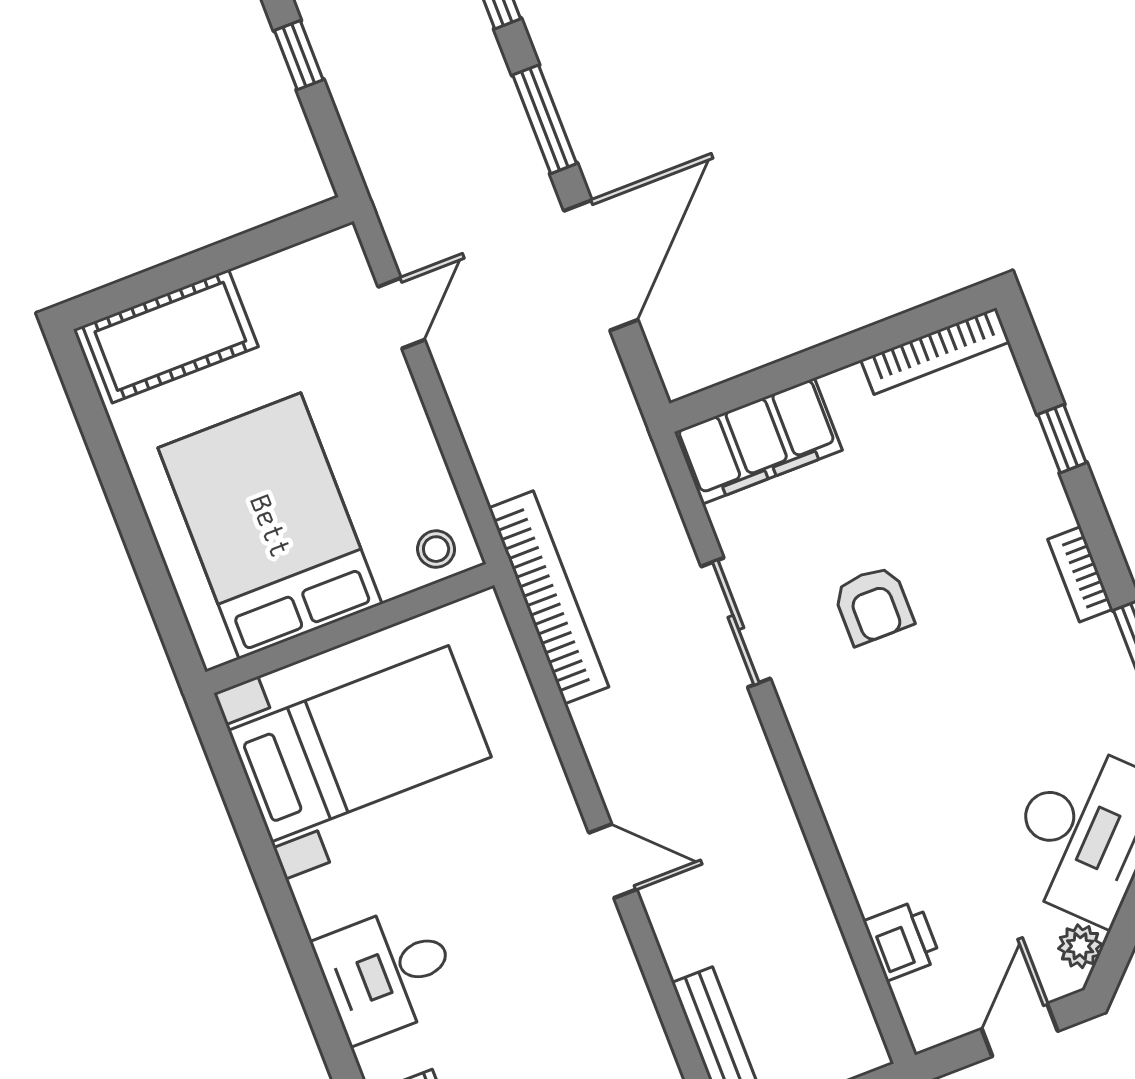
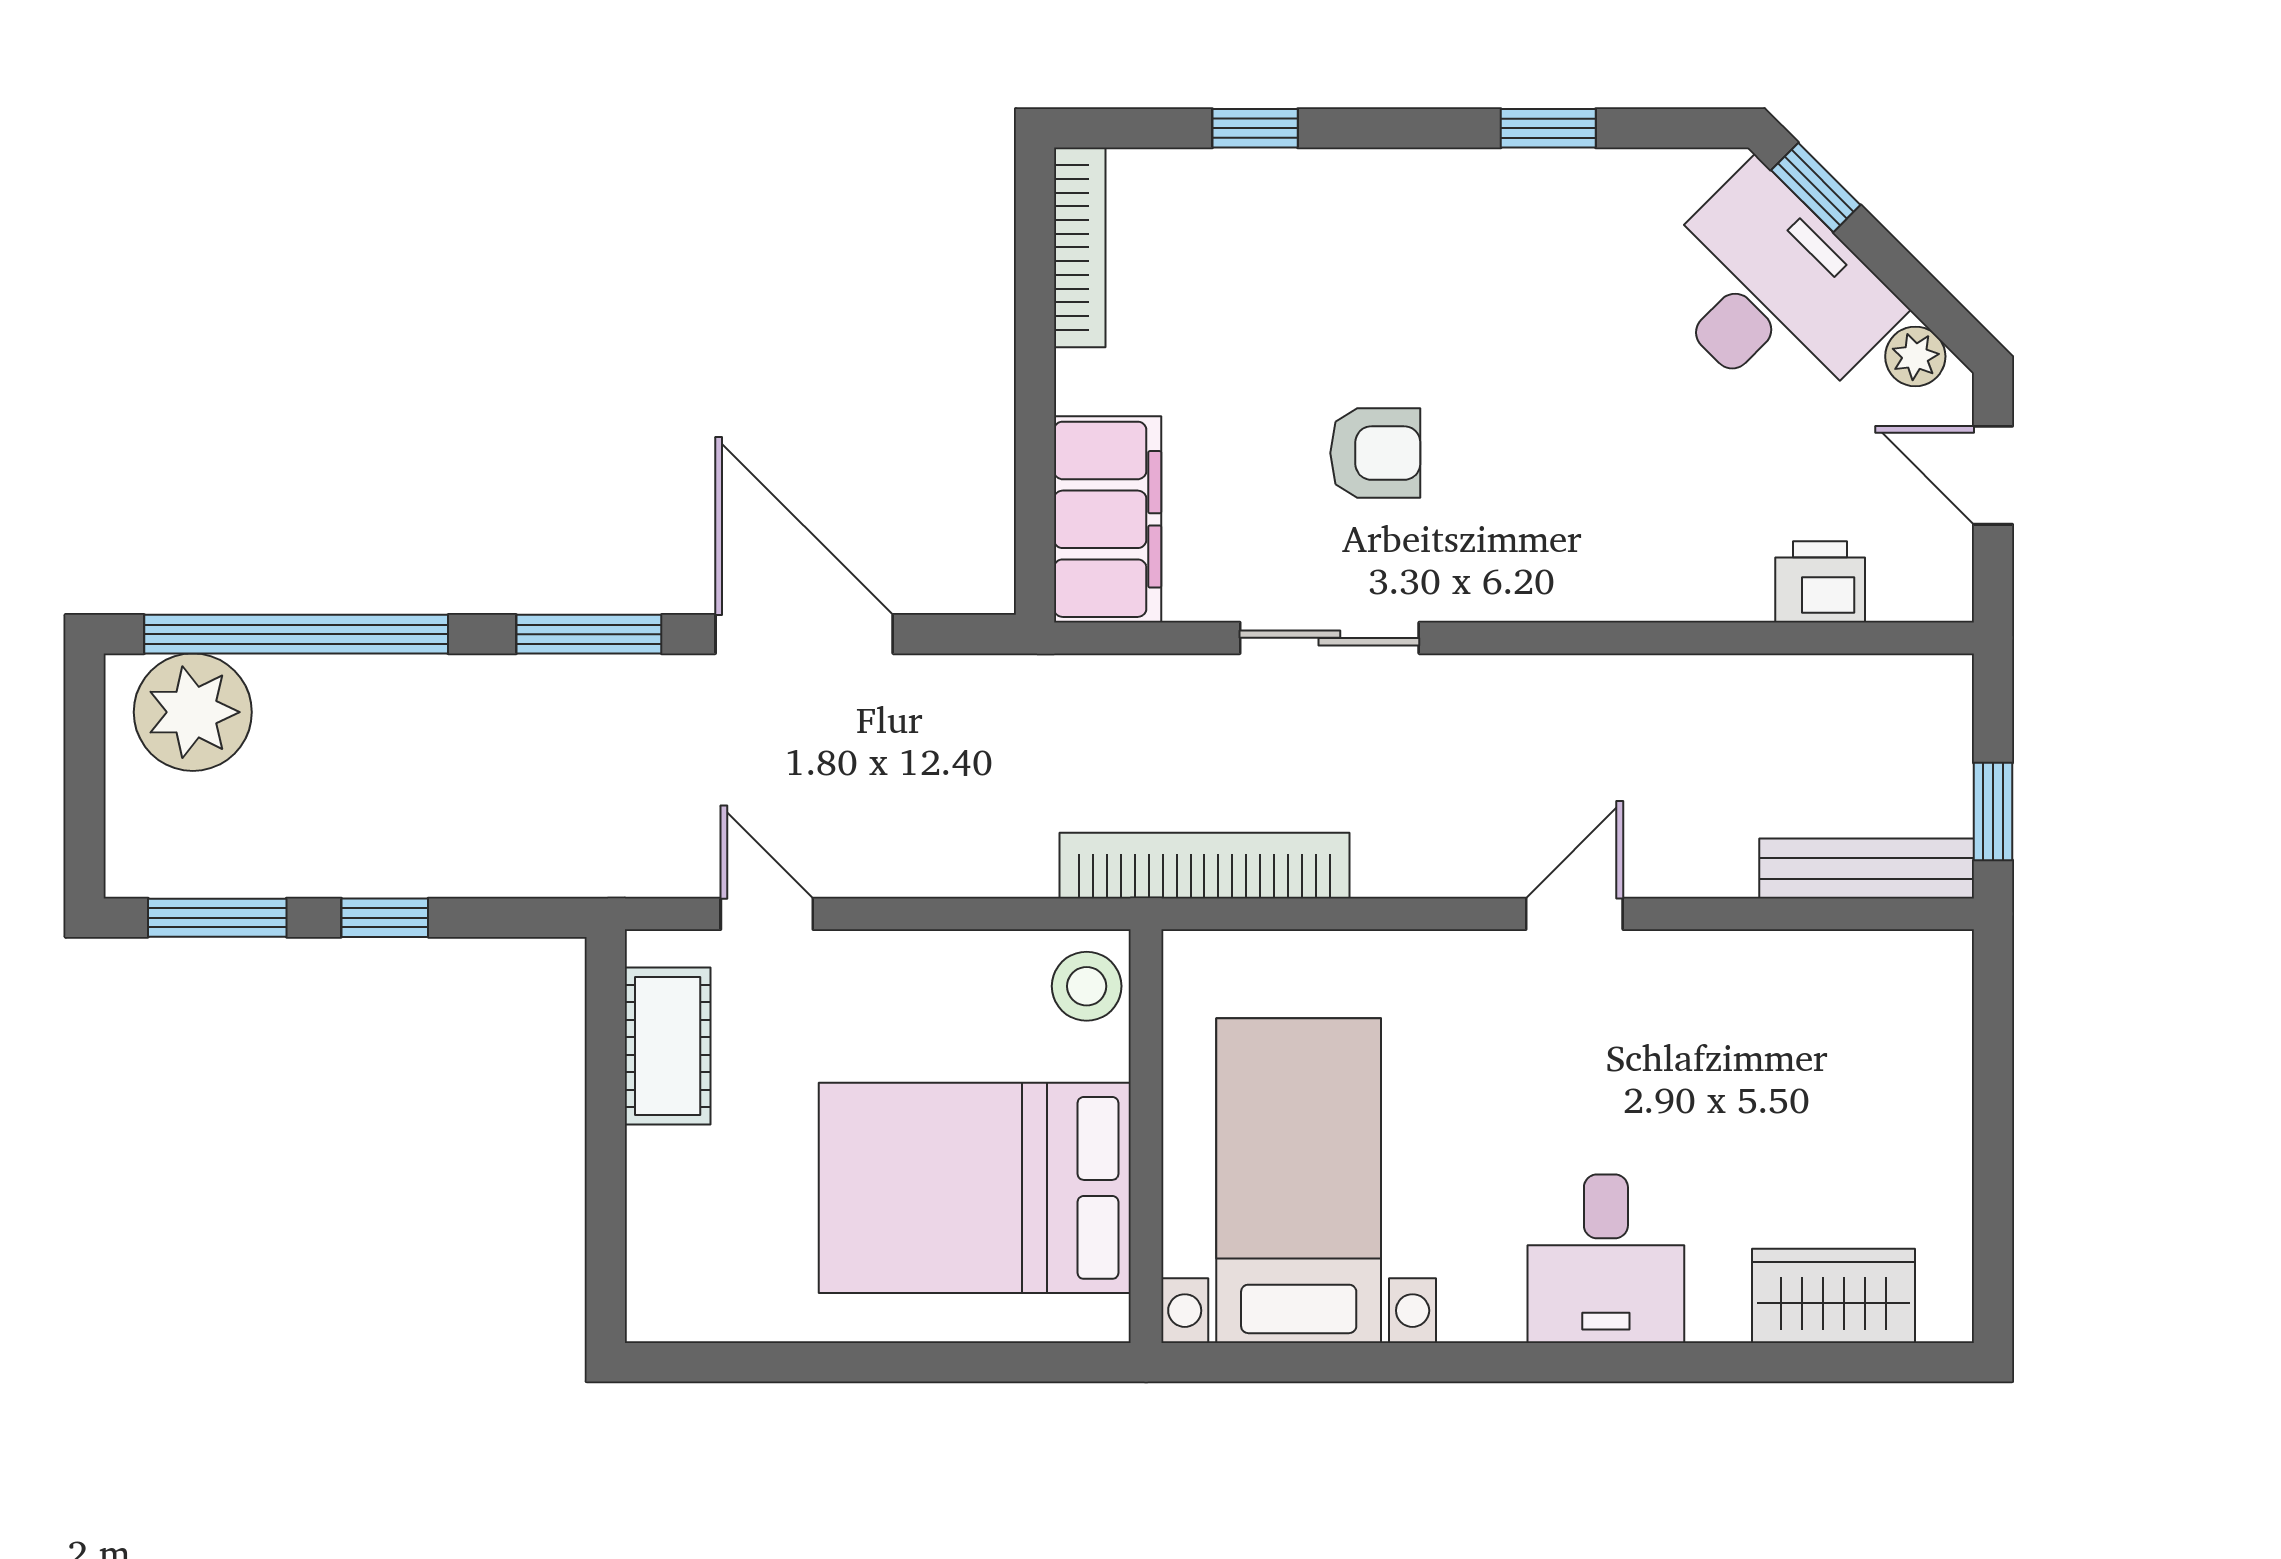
cot: (170, 336) -> (668, 1046), moved, width x0.73, depth x0.75
stool: (436, 549) -> (1087, 986), width x1.37, depth x1.37
bookcase: (1080, 574) -> (1438, 172), removed

